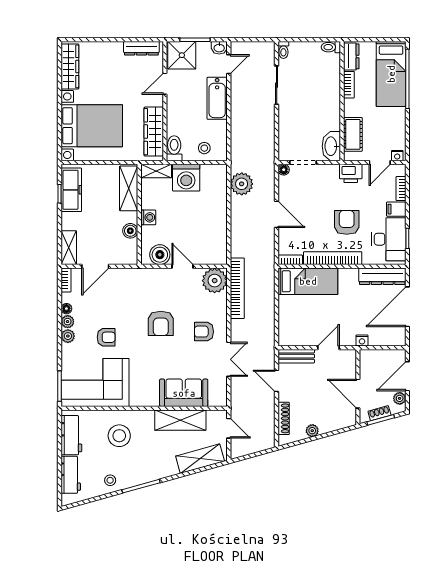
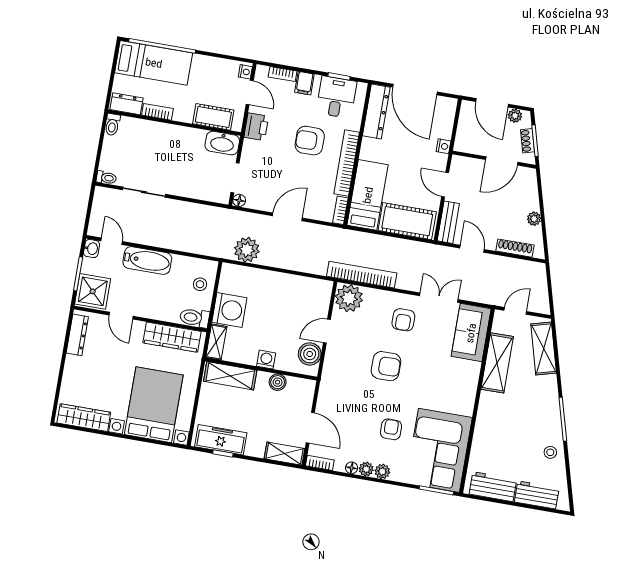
desk: (389, 239) -> (336, 97), width x0.73
cot: (291, 320) -> (407, 221), added
door: (277, 381) -> (472, 249), swing flipped
sofa: (184, 393) -> (471, 333), moved
stool: (119, 436) -> (503, 434), removed

